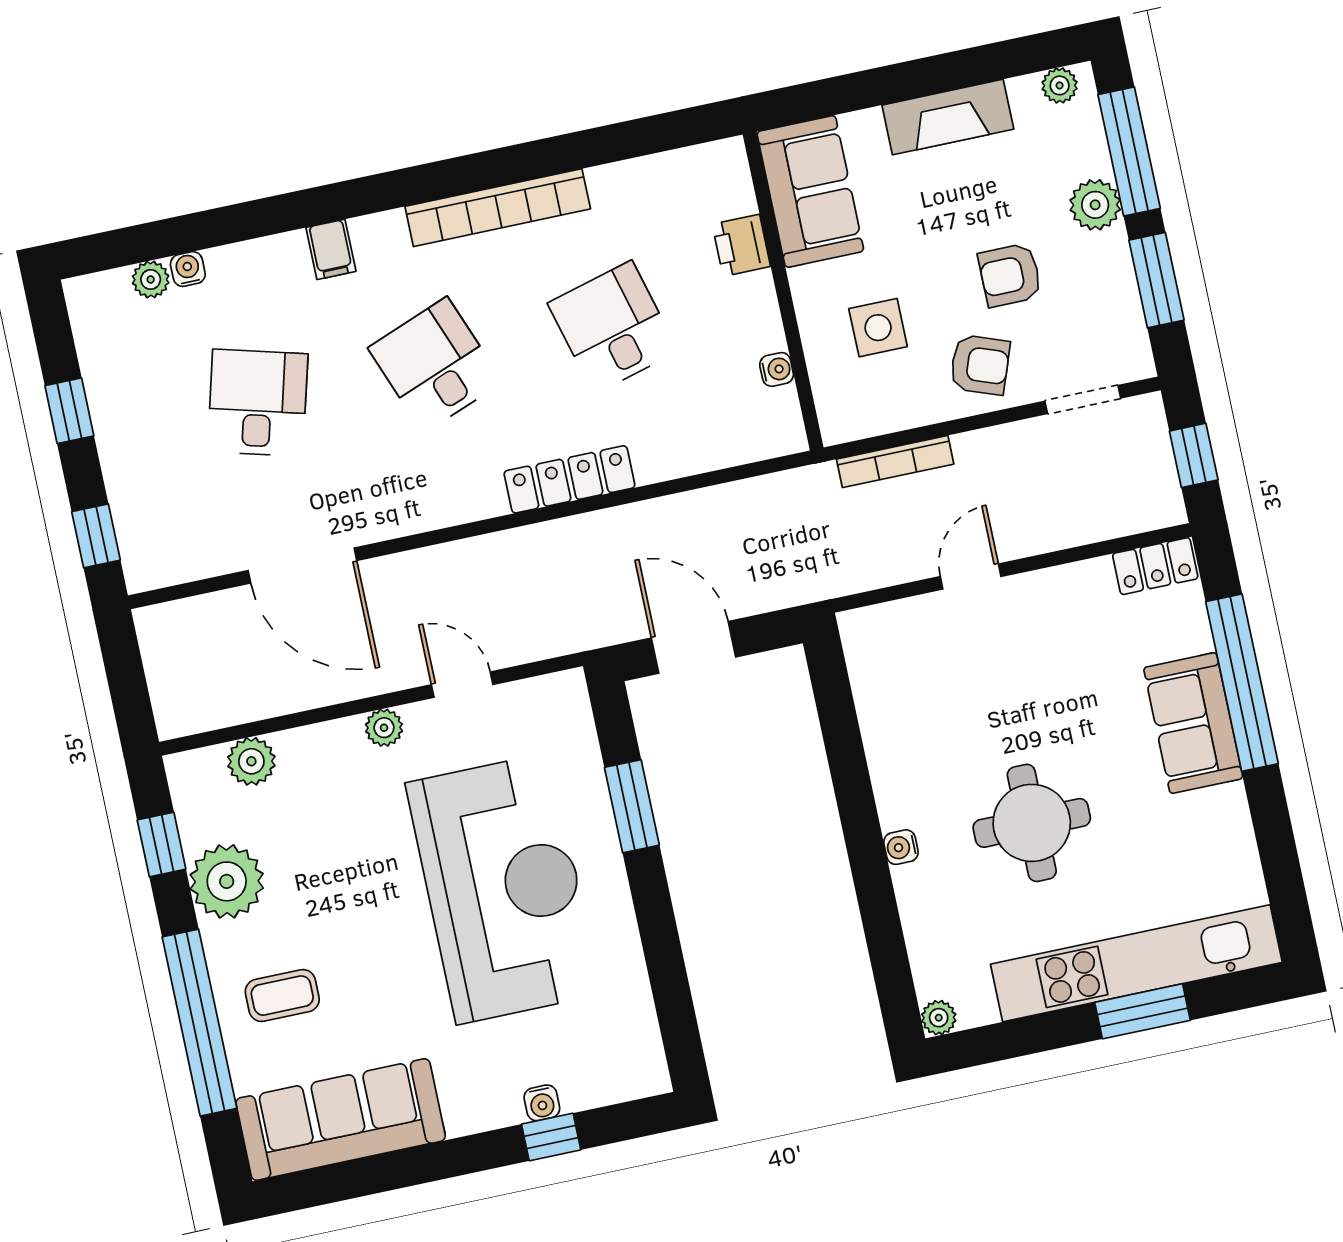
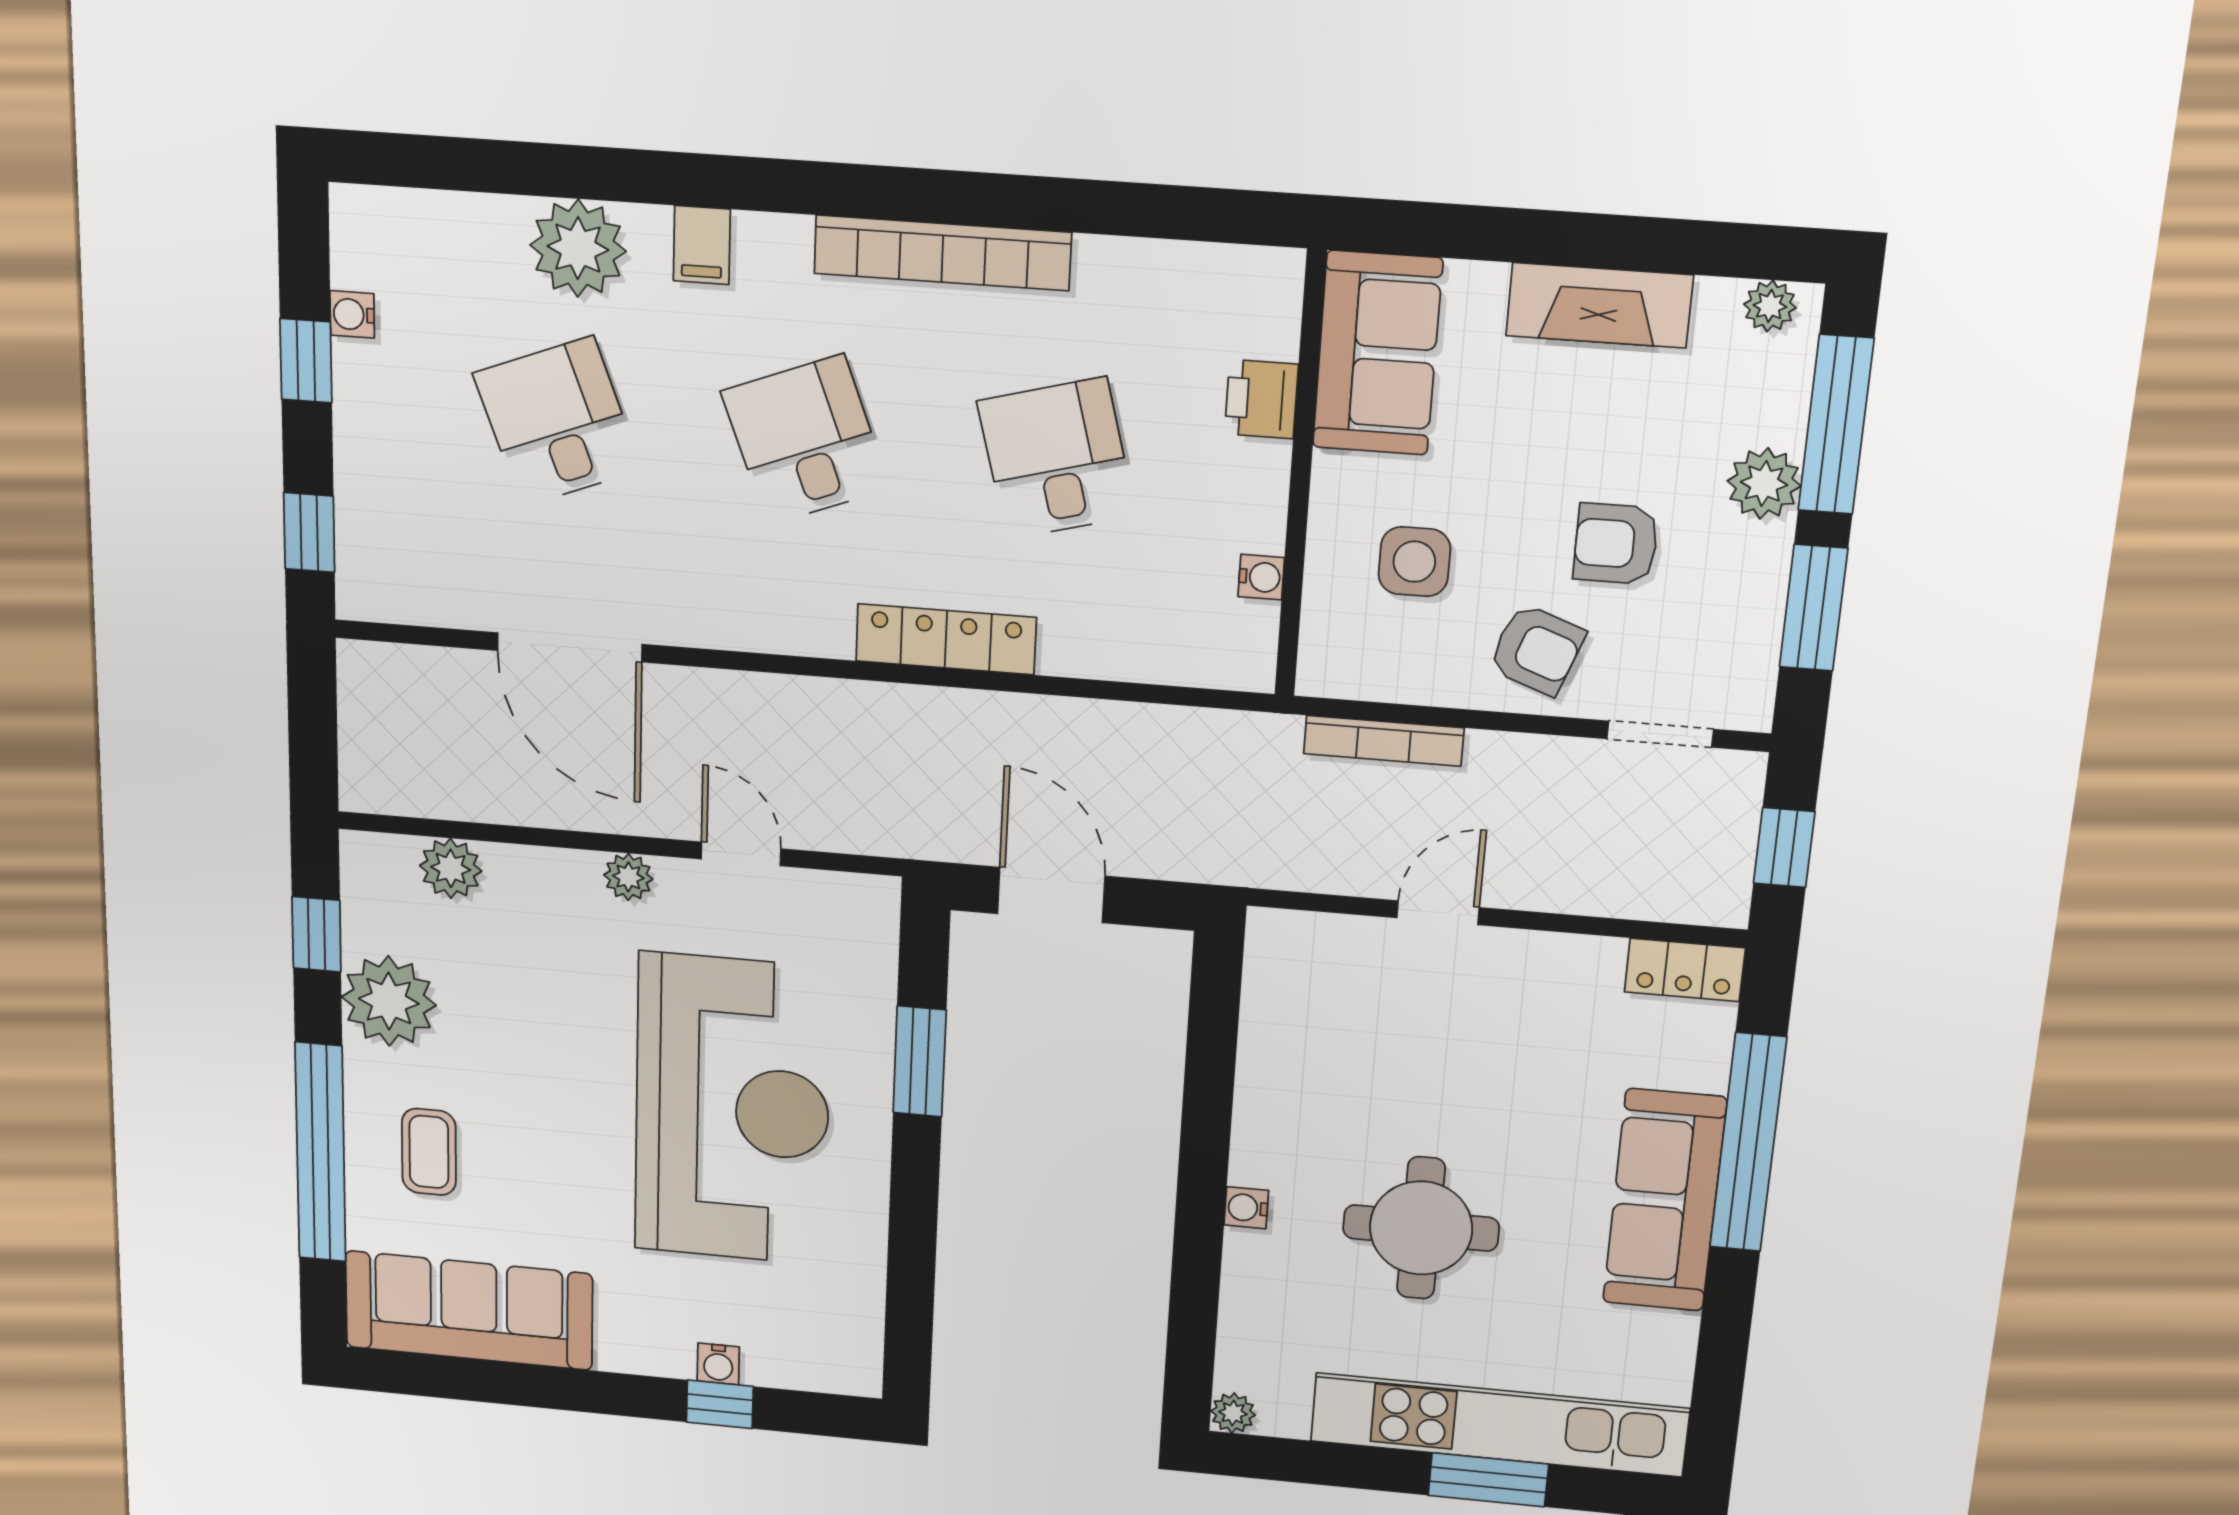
water cooler: (188, 269) -> (352, 314), moved, turned -90
plant: (151, 279) -> (578, 248), moved, width x1.88, depth x1.88
desk: (258, 403) -> (557, 422), turned -36
sofa: (1193, 723) -> (1664, 1200), width x1.36
coffee table: (282, 996) -> (429, 1152), turned 90

